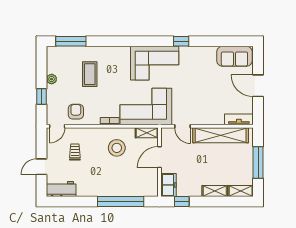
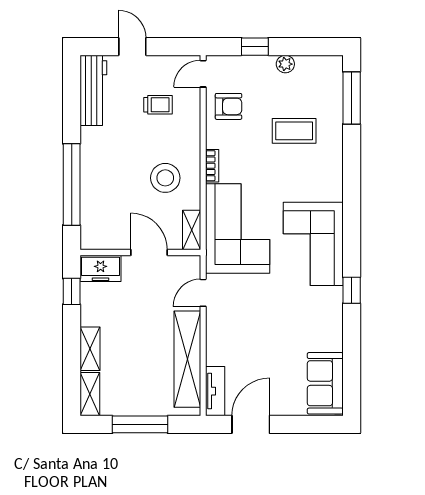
door: (258, 86) -> (251, 424), moved
door: (57, 126) -> (203, 74), hinge flipped
workbench: (61, 189) -> (93, 90), width x1.38

